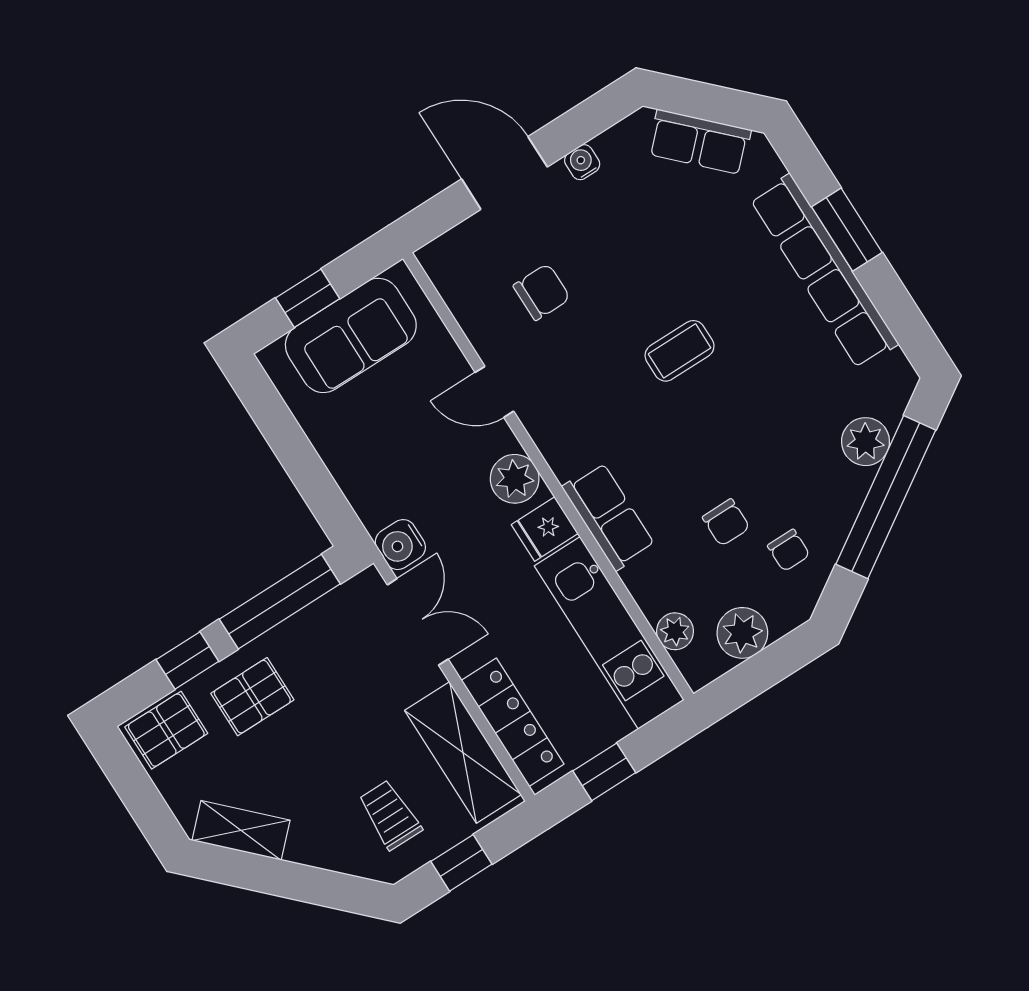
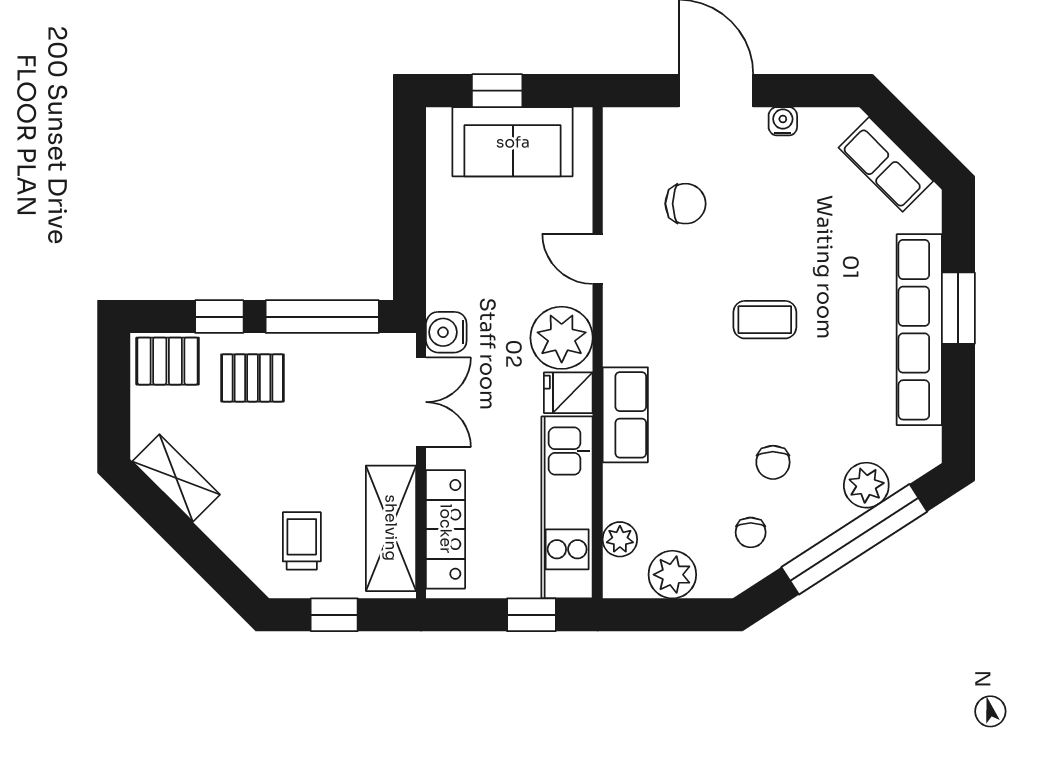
plant: (515, 479) -> (562, 338), width x1.36, depth x1.36
chair: (726, 522) -> (773, 462), moved
window: (604, 772) -> (531, 615), moved

